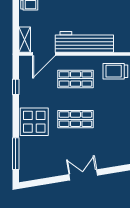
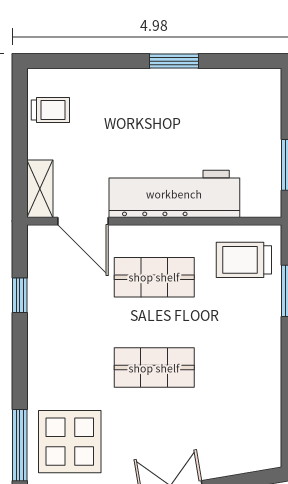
door: (44, 54) -> (83, 221), hinge flipped
display table: (34, 122) -> (70, 442), moved

